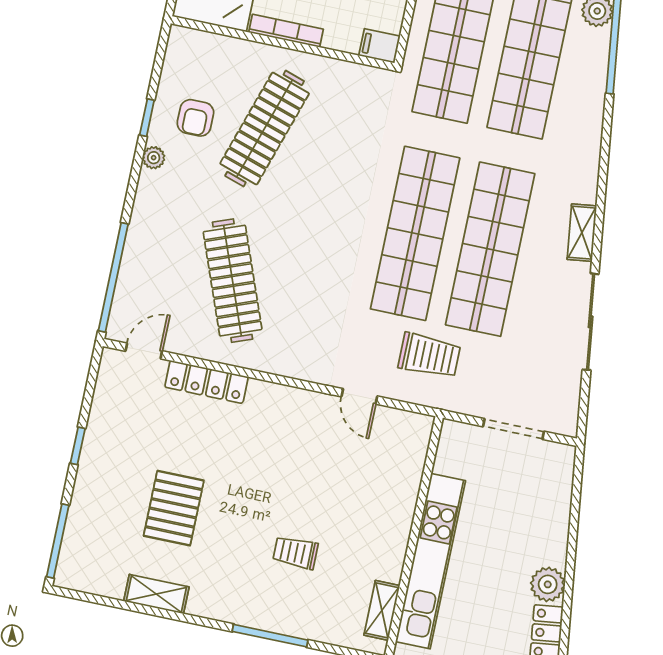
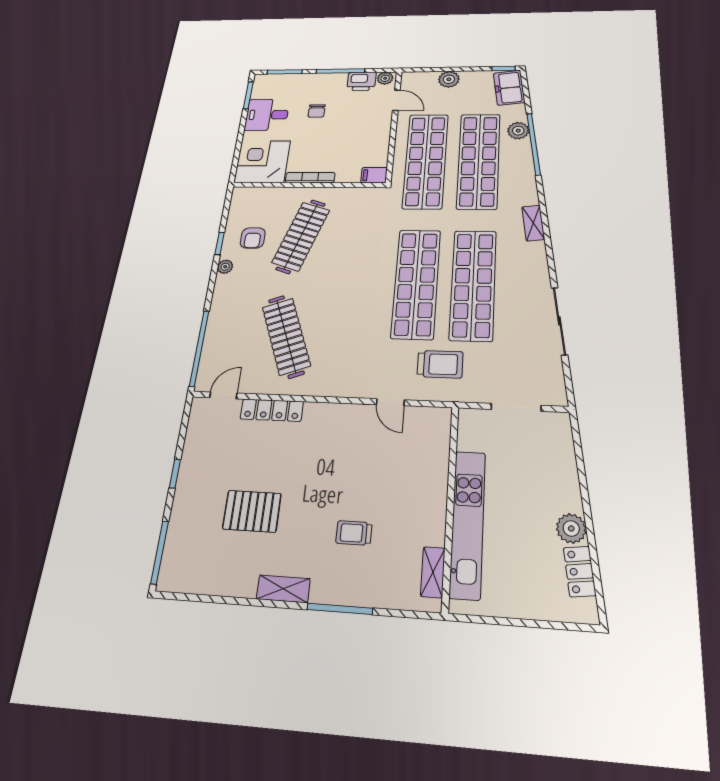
shelving: (582, 233) -> (533, 223), moved
pallet: (174, 508) -> (252, 511), turned 90
shelving: (156, 594) -> (283, 589), moved

